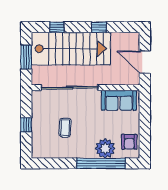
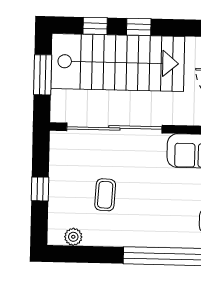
window: (99, 27) -> (139, 27), moved
plant: (105, 148) -> (73, 237), moved, width x0.53, depth x0.53

